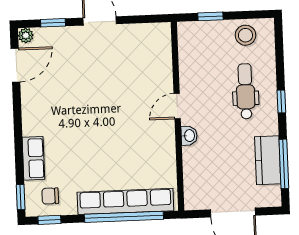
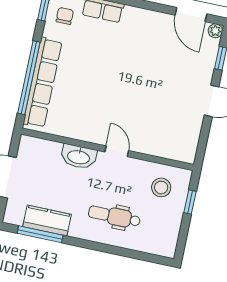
stool: (245, 35) -> (161, 187), moved
dental chair: (246, 91) -> (114, 216), turned 180
window: (281, 102) -> (97, 246), removed
washbasin: (189, 136) -> (79, 157), width x1.91, depth x1.45

